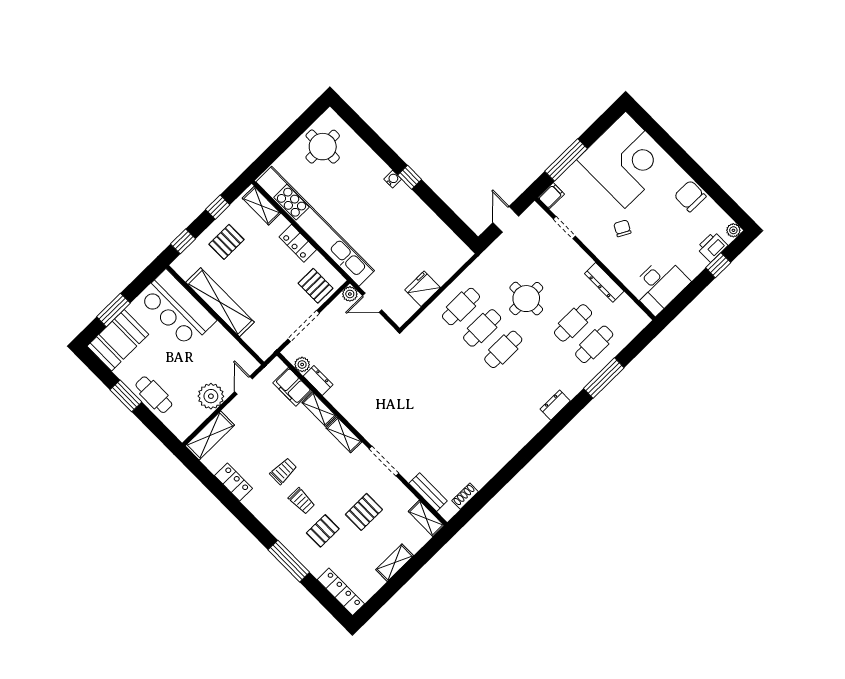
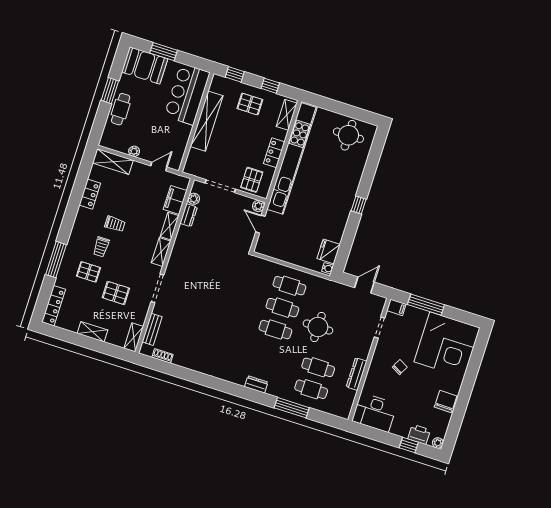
water cooler: (393, 179) -> (328, 268), moved
fridge: (423, 289) -> (329, 252), moved, turned -90
plant: (211, 396) -> (134, 151), width x0.53, depth x0.53

